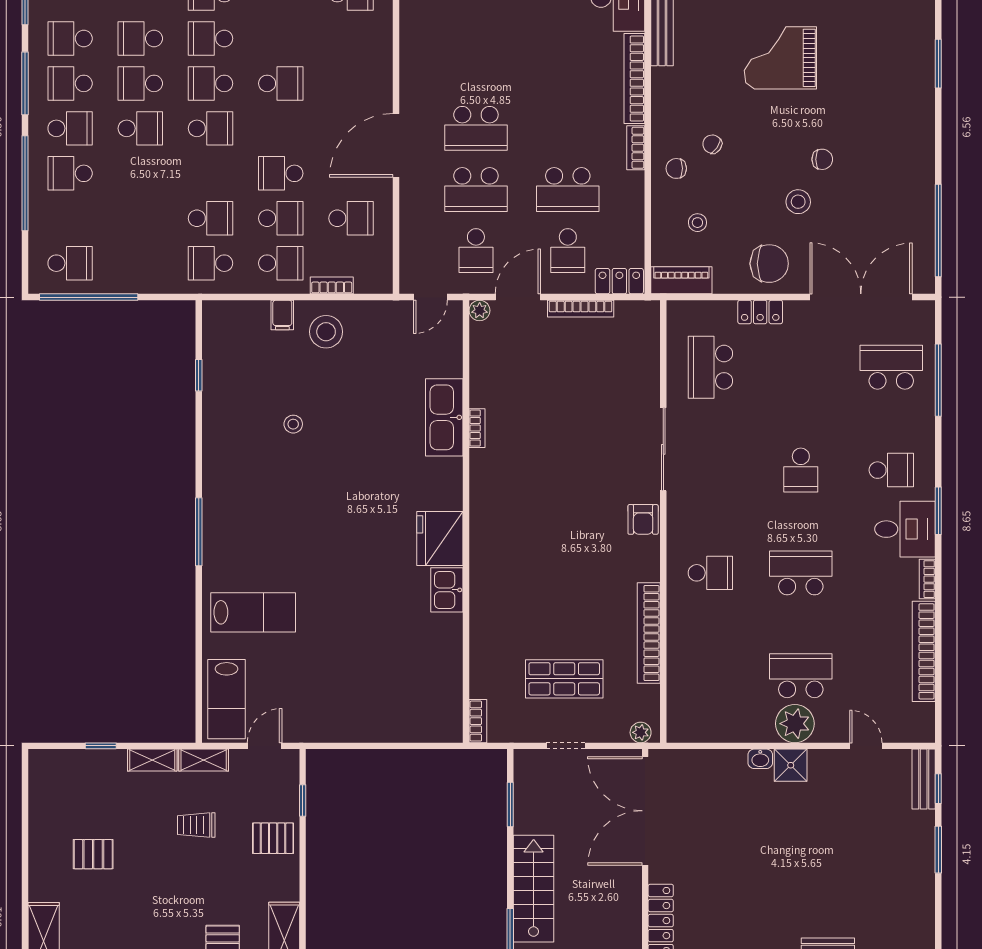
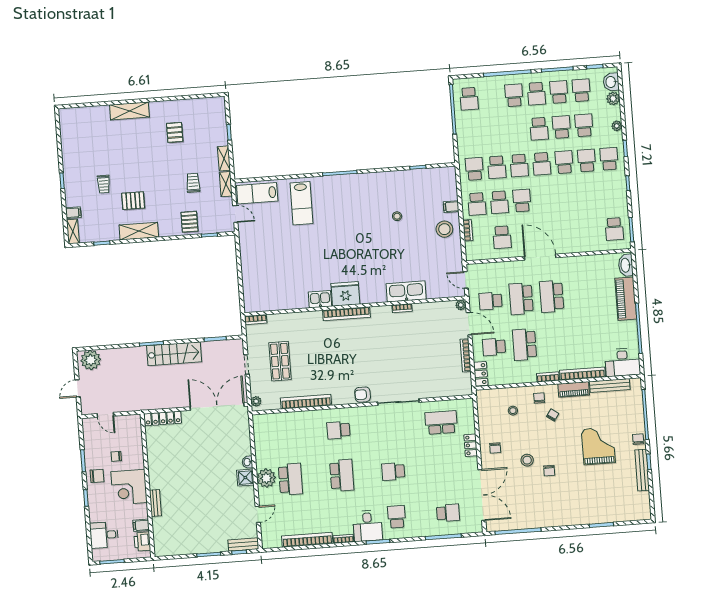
school desk: (281, 83) -> (519, 165), moved
chair: (769, 264) -> (495, 448), width x0.54, depth x0.54
piano: (681, 280) -> (574, 389), moved, turned 90
school desk: (891, 367) -> (448, 513), width x0.54
school desk: (891, 470) -> (397, 517), turned 180
bookcase: (480, 539) -> (346, 314), added
school desk: (710, 573) -> (338, 430), turned 90

